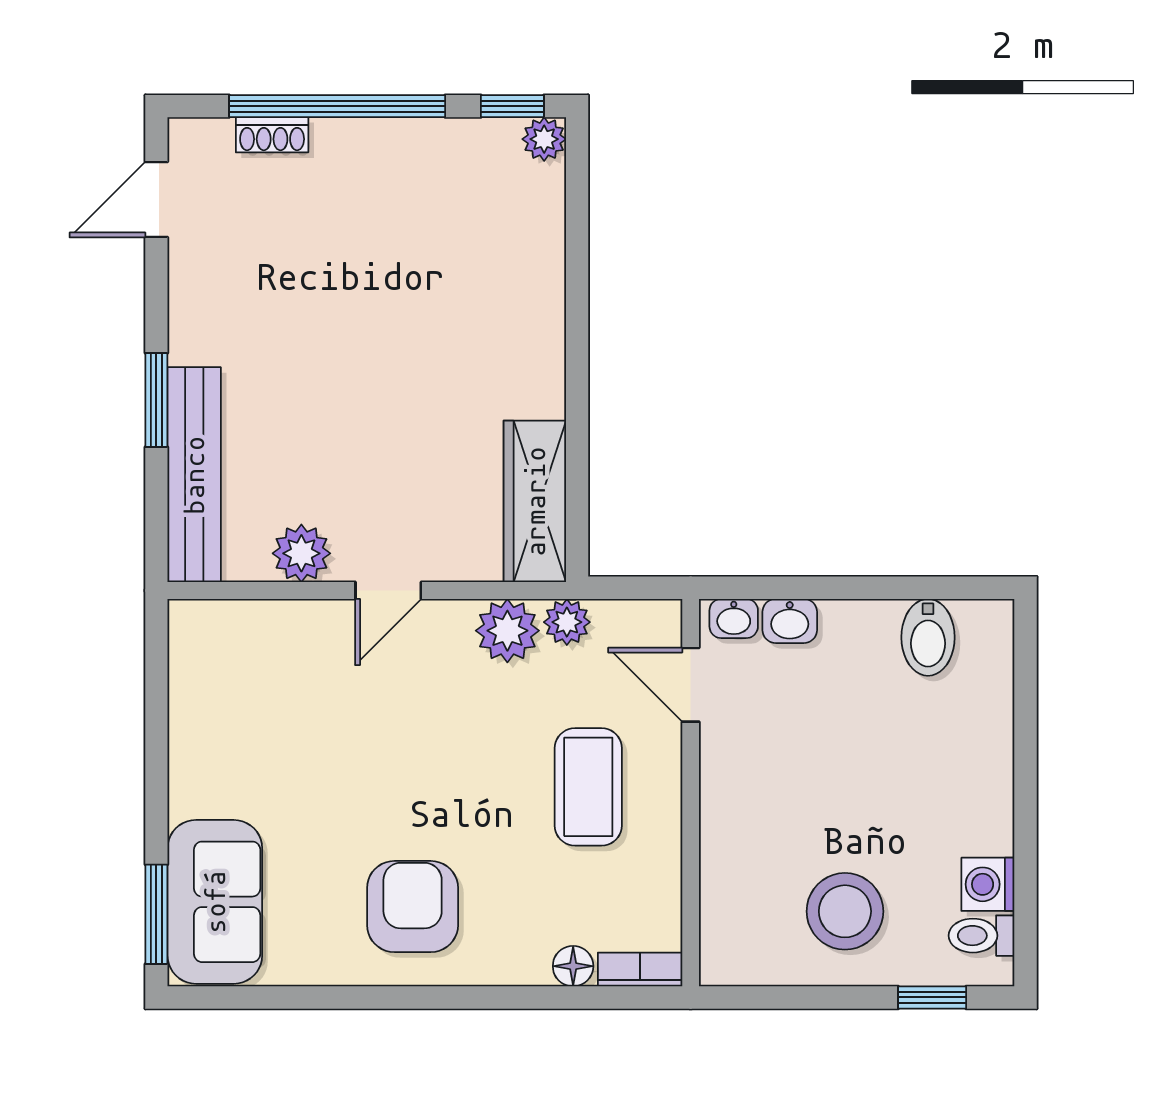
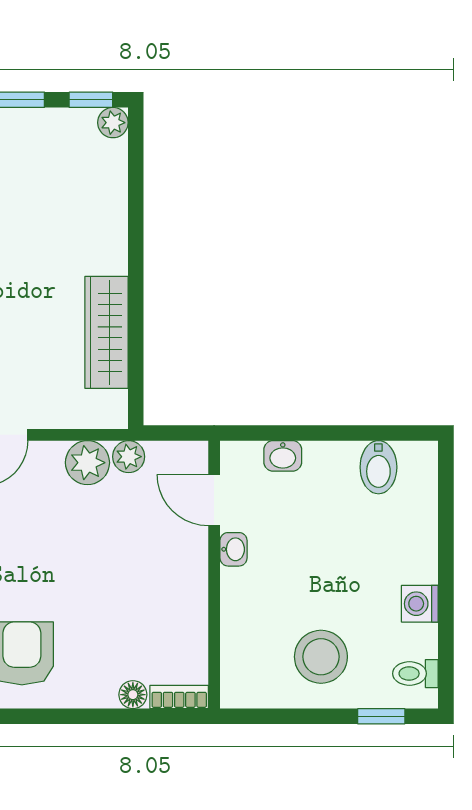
wardrobe: (535, 501) -> (106, 332), moved
washbasin: (734, 618) -> (234, 549), moved, turned -90
coffee table: (588, 787) -> (143, 571), removed
washing machine: (988, 884) -> (420, 604), moved

